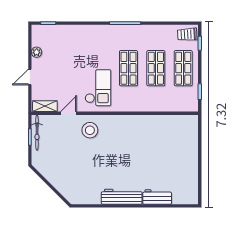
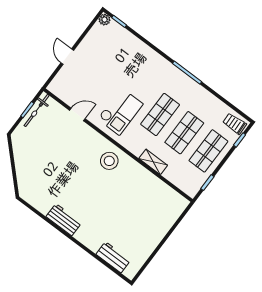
plant: (37, 52) -> (104, 20), moved
door: (30, 77) -> (67, 57), hinge flipped
shelving: (45, 106) -> (153, 162), moved
stool: (90, 130) -> (109, 161), moved
workbench: (122, 197) -> (64, 220), width x0.73
workbench: (157, 197) -> (113, 257), moved

